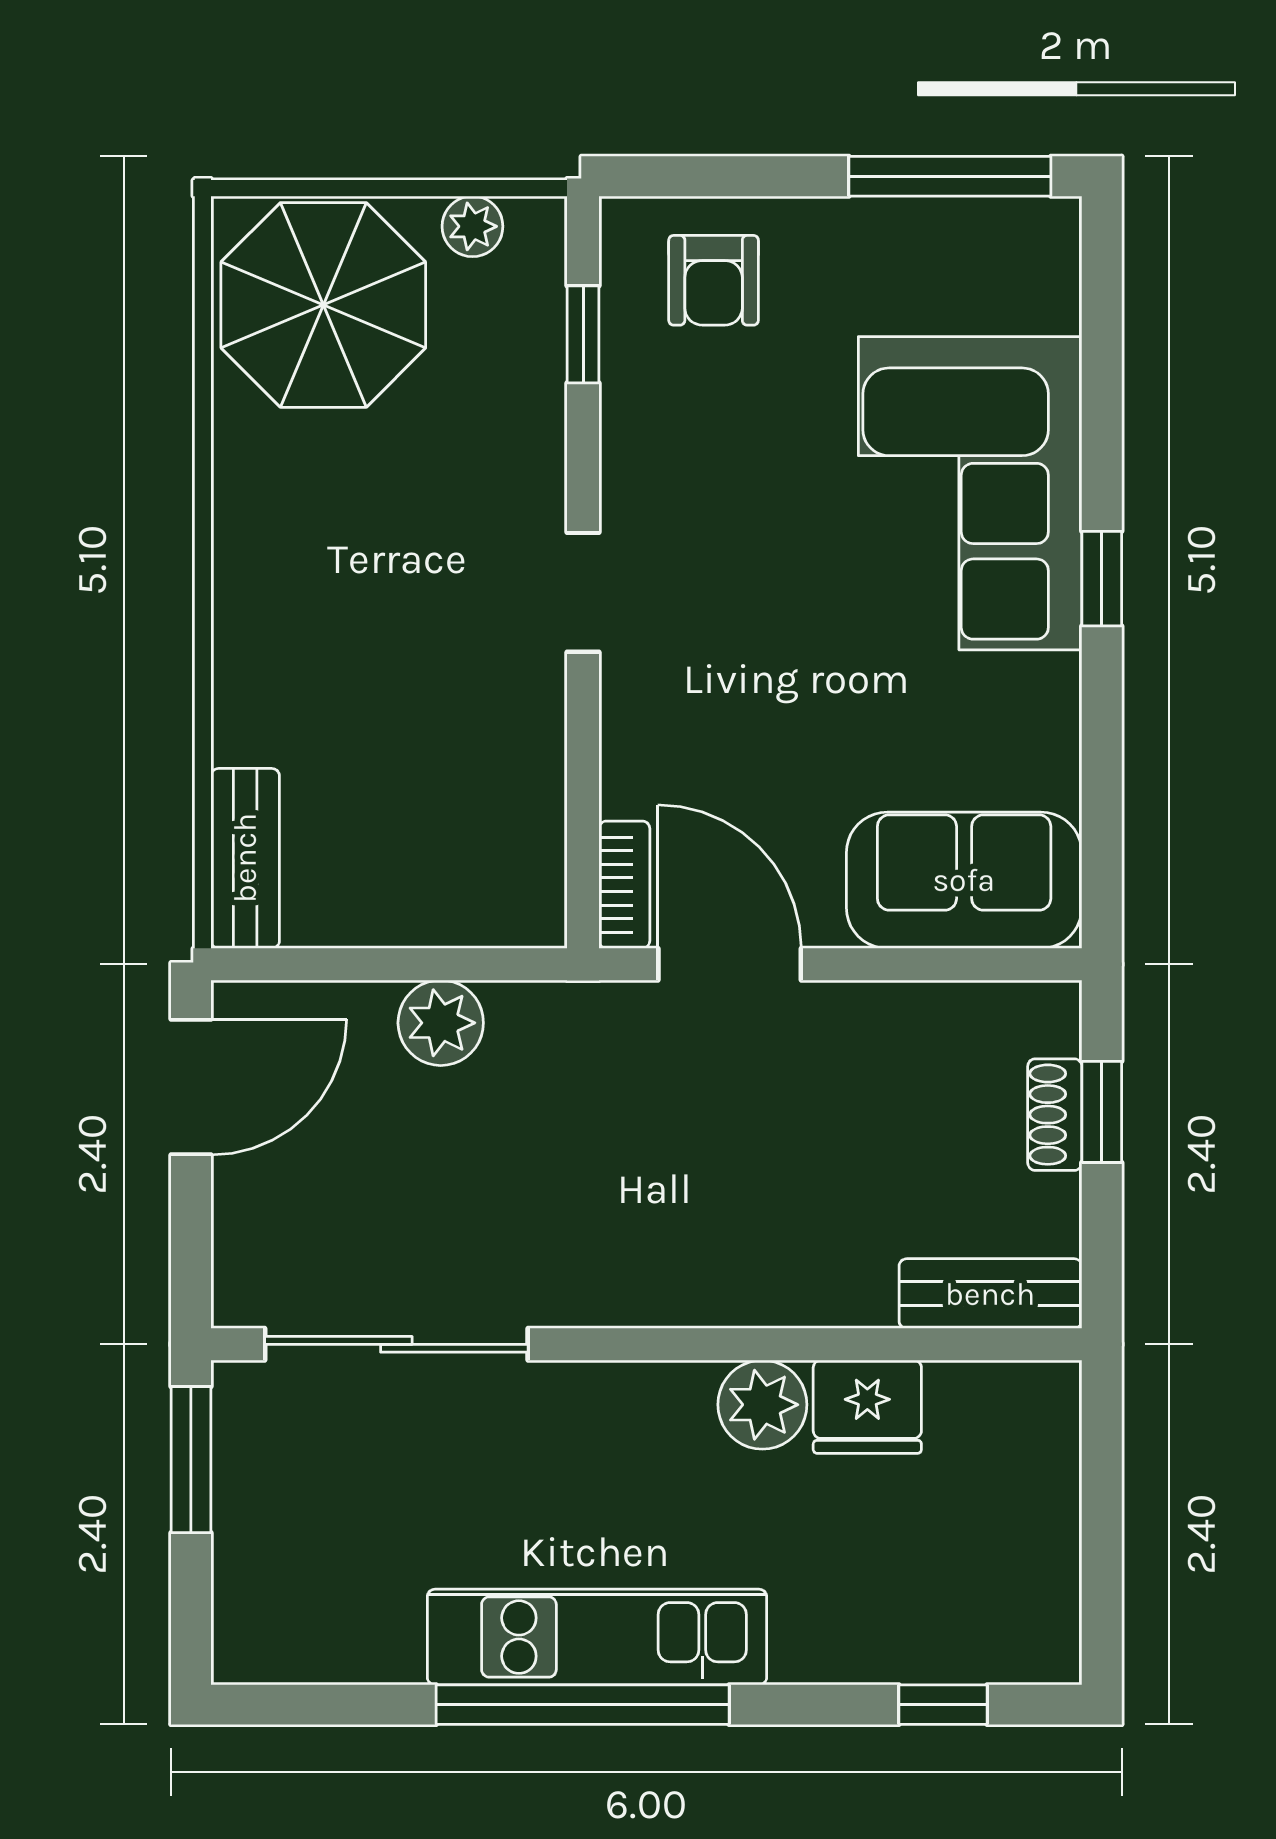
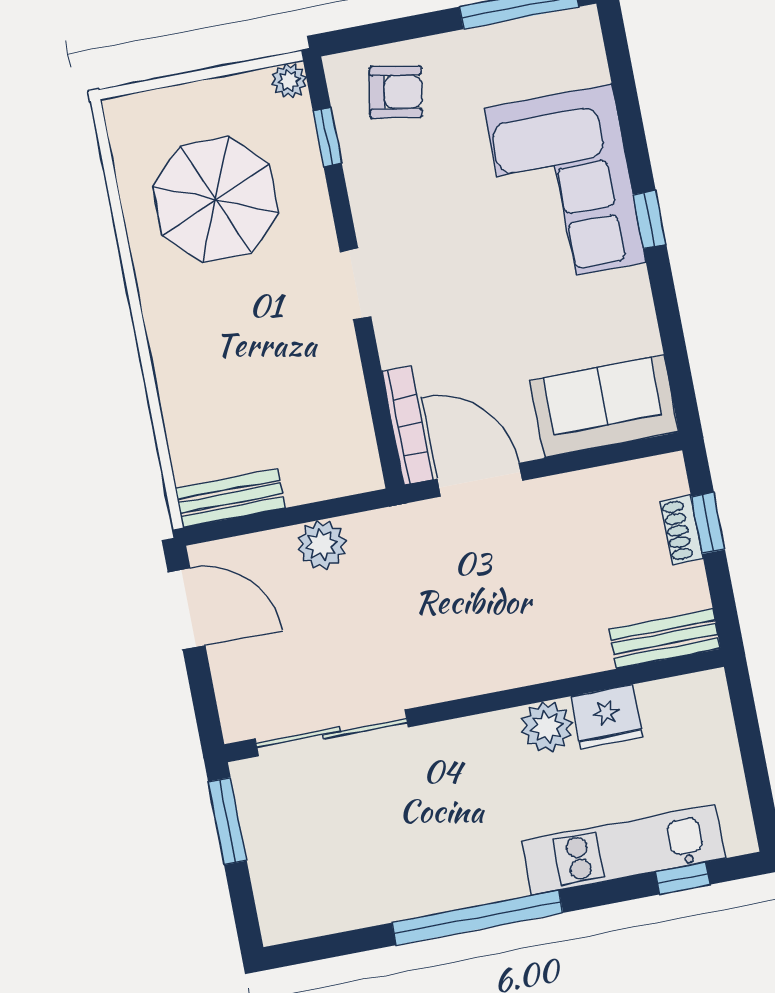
plant: (472, 226) -> (289, 81), moved
armchair: (714, 280) -> (396, 92), turned -80
parasol: (323, 305) -> (216, 199), moved
bench: (245, 858) -> (230, 498), moved, turned 90
bookcase: (624, 885) -> (407, 426), width x1.56
door: (191, 1087) -> (187, 609), hinge flipped
kitchen unit: (597, 1637) -> (623, 850), moved

